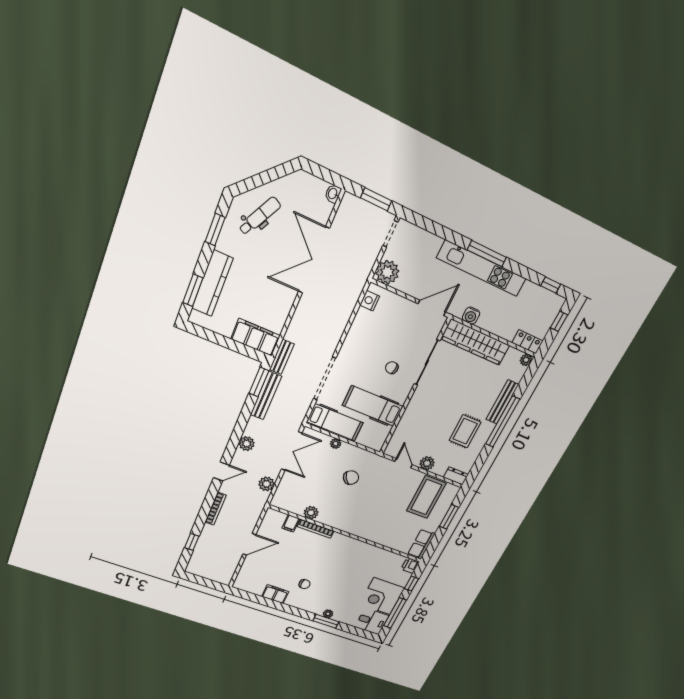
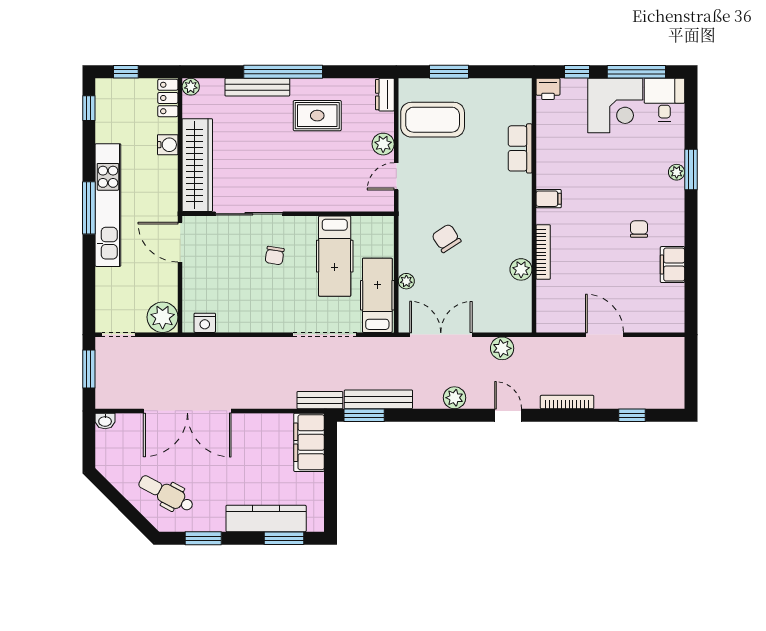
water cooler: (471, 316) -> (168, 145), moved
filing cabinet: (291, 523) -> (549, 199), moved
row of seats: (421, 544) -> (520, 148), moved, turned 90

